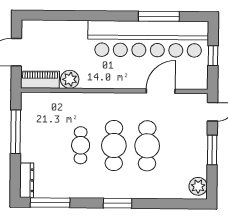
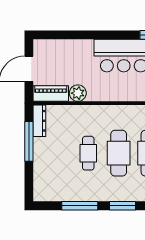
dresser: (27, 180) -> (39, 121), moved
window: (50, 203) -> (80, 206), moved

